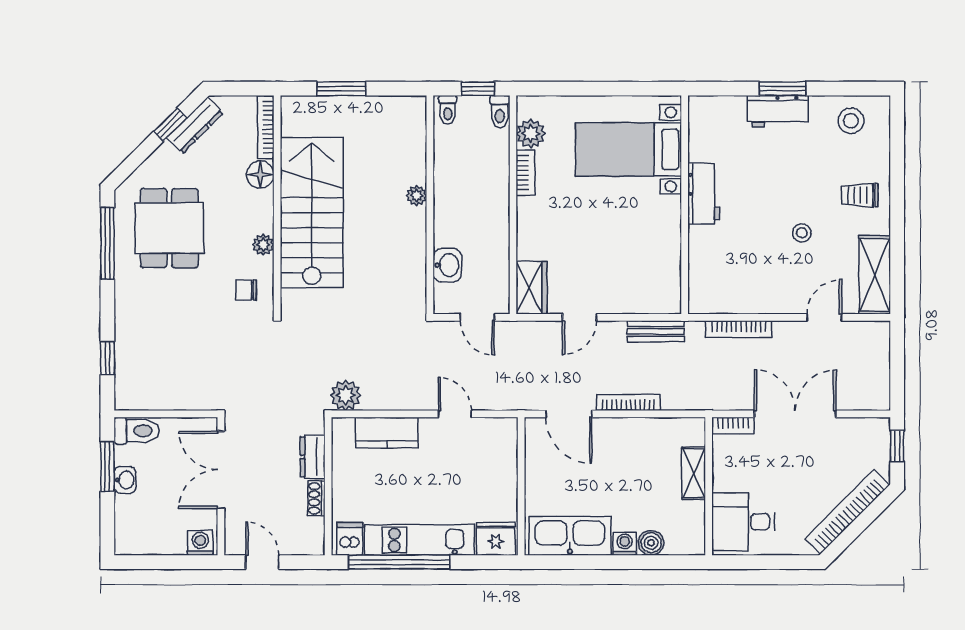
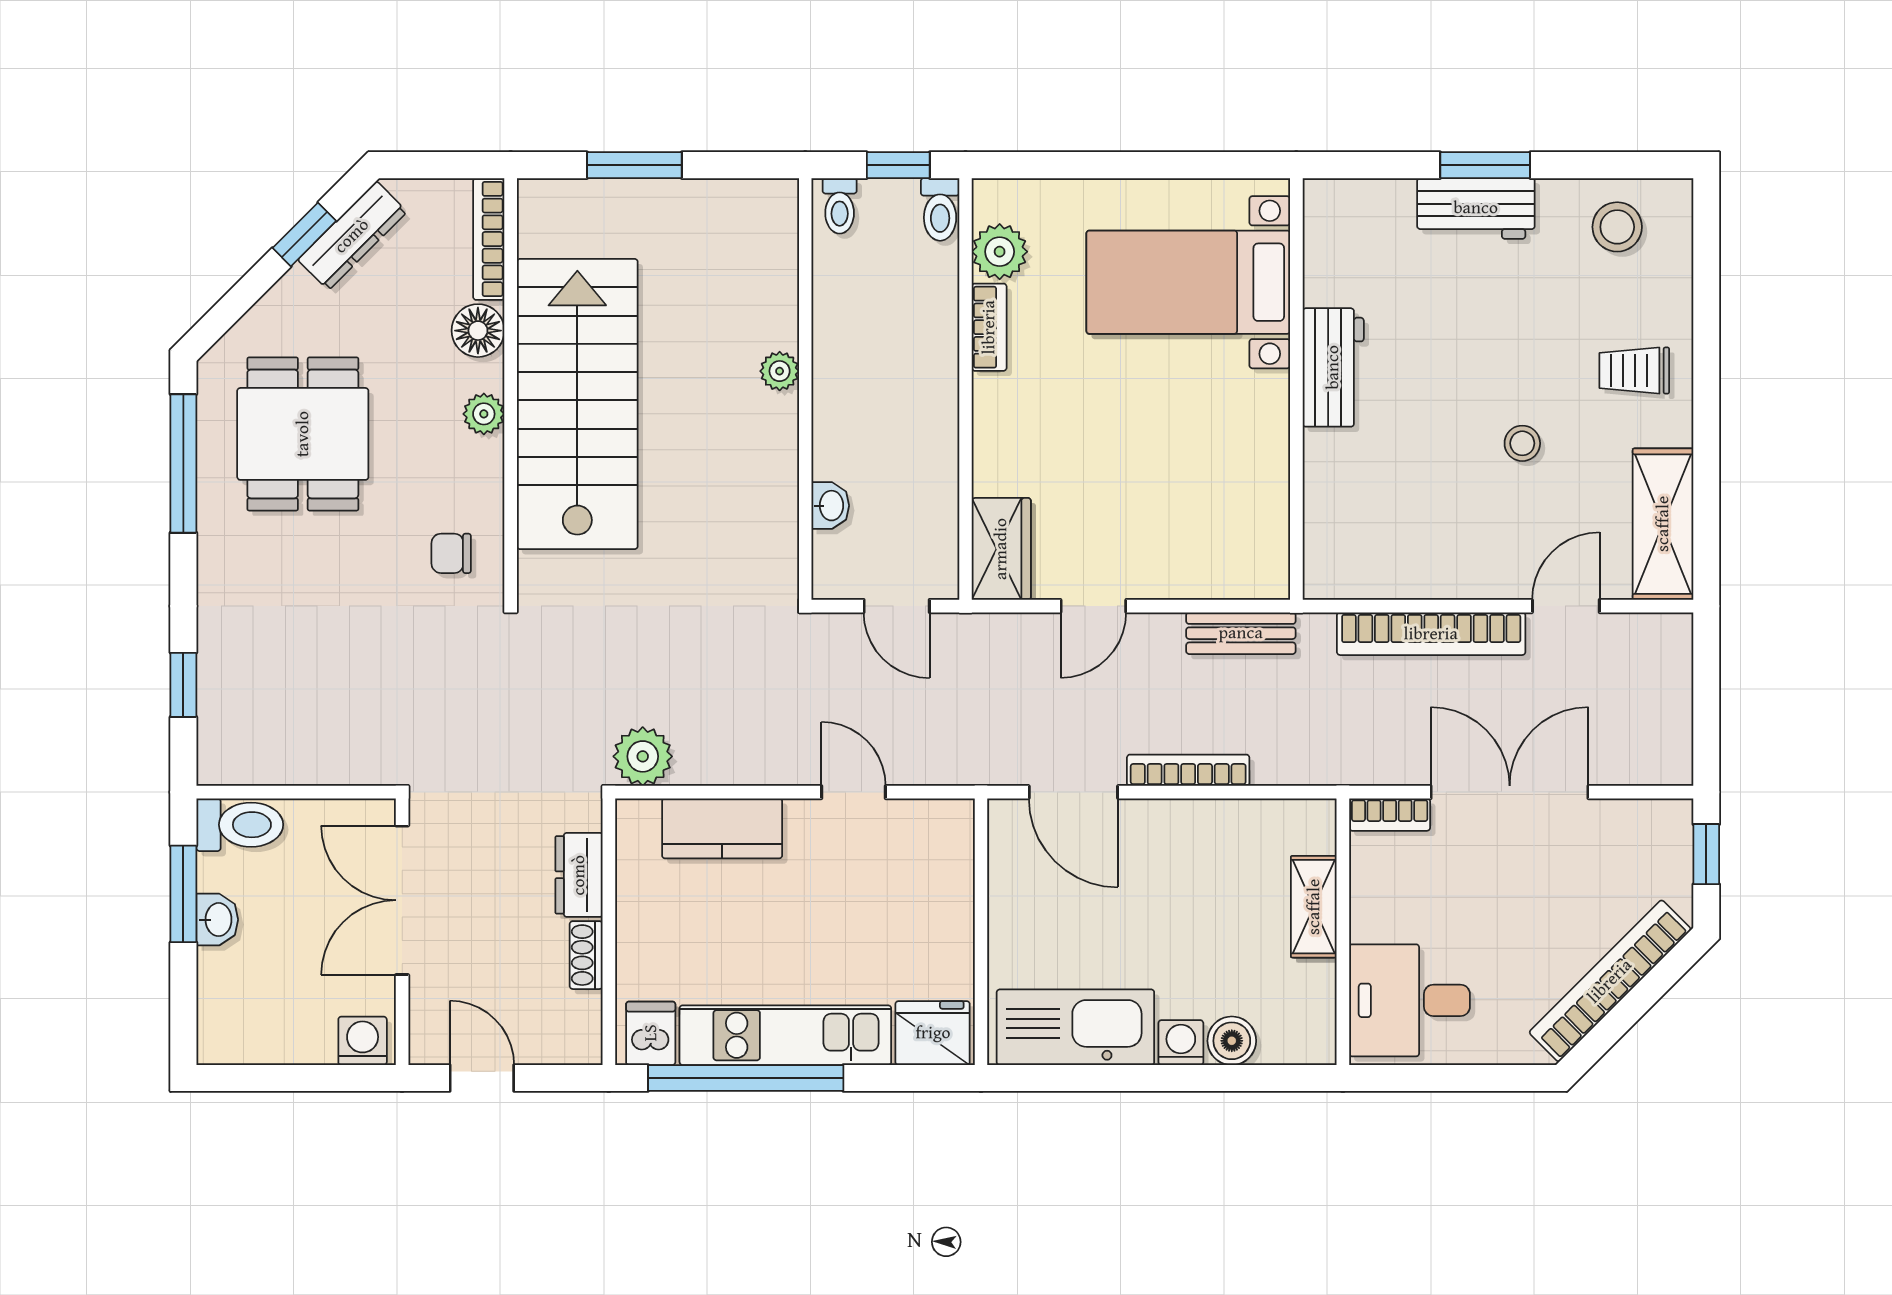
plant: (263, 245) -> (484, 414), moved
washbasin: (447, 265) -> (830, 506), width x0.72, depth x0.69
bookcase: (739, 329) -> (1431, 634), width x1.48, depth x1.31

